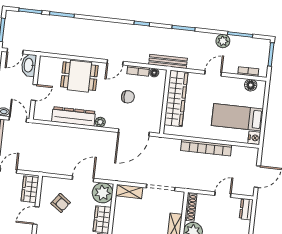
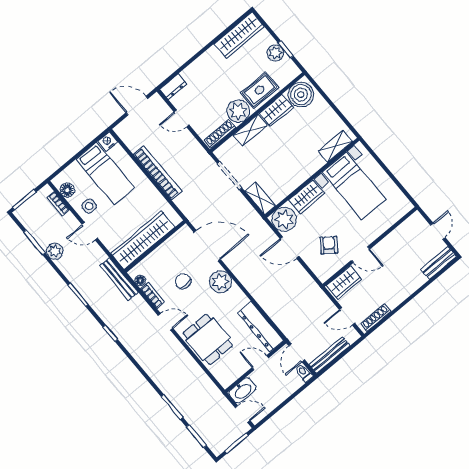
side table: (228, 88) -> (89, 206), added
dresser: (74, 116) -> (261, 327), moved
plant: (100, 122) -> (220, 282), width x1.87, depth x1.87

